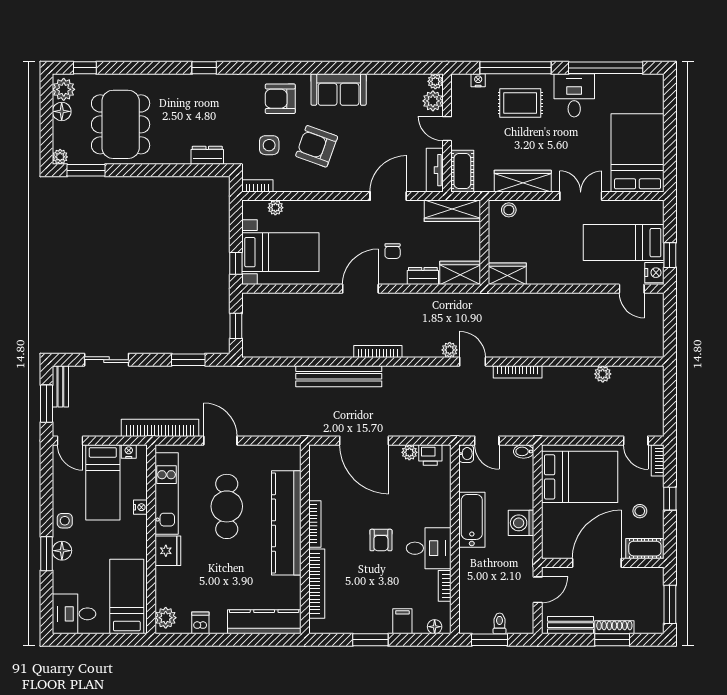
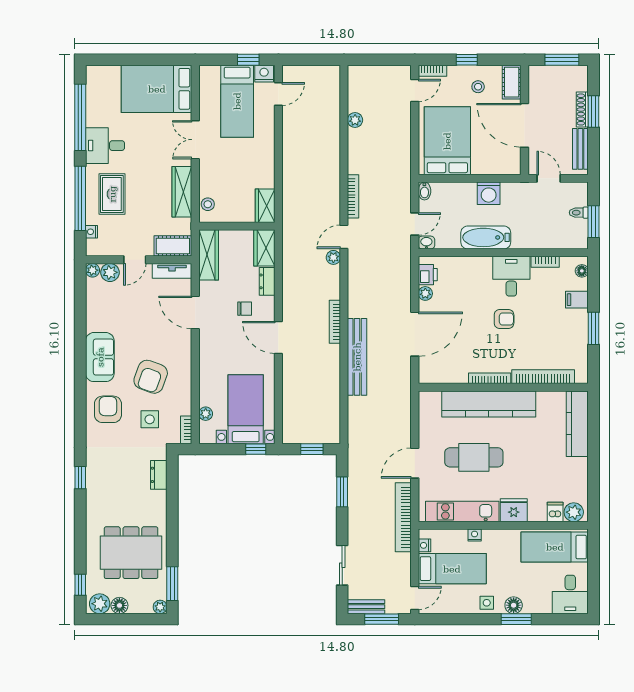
armchair: (280, 99) -> (108, 409), turned 180
dishwasher: (200, 623) -> (555, 512), moved, turned 90

